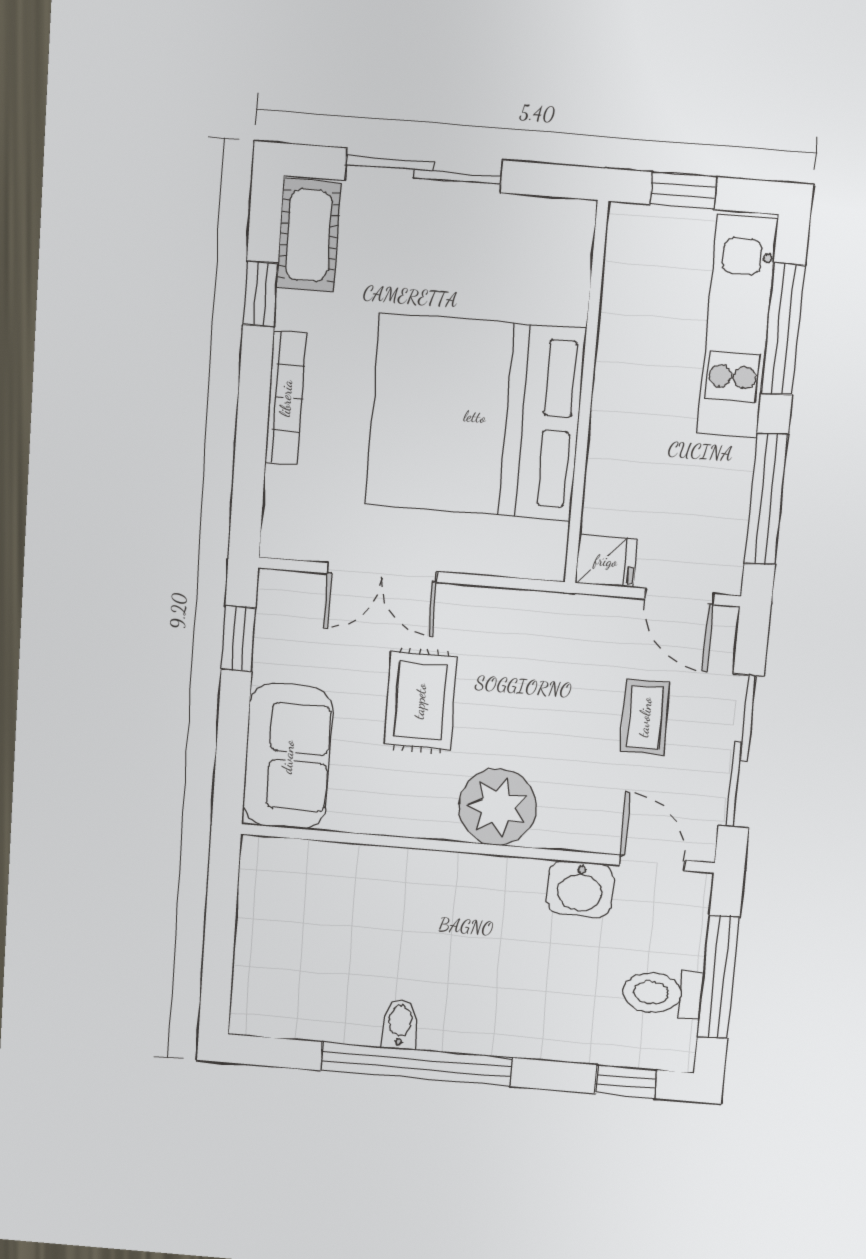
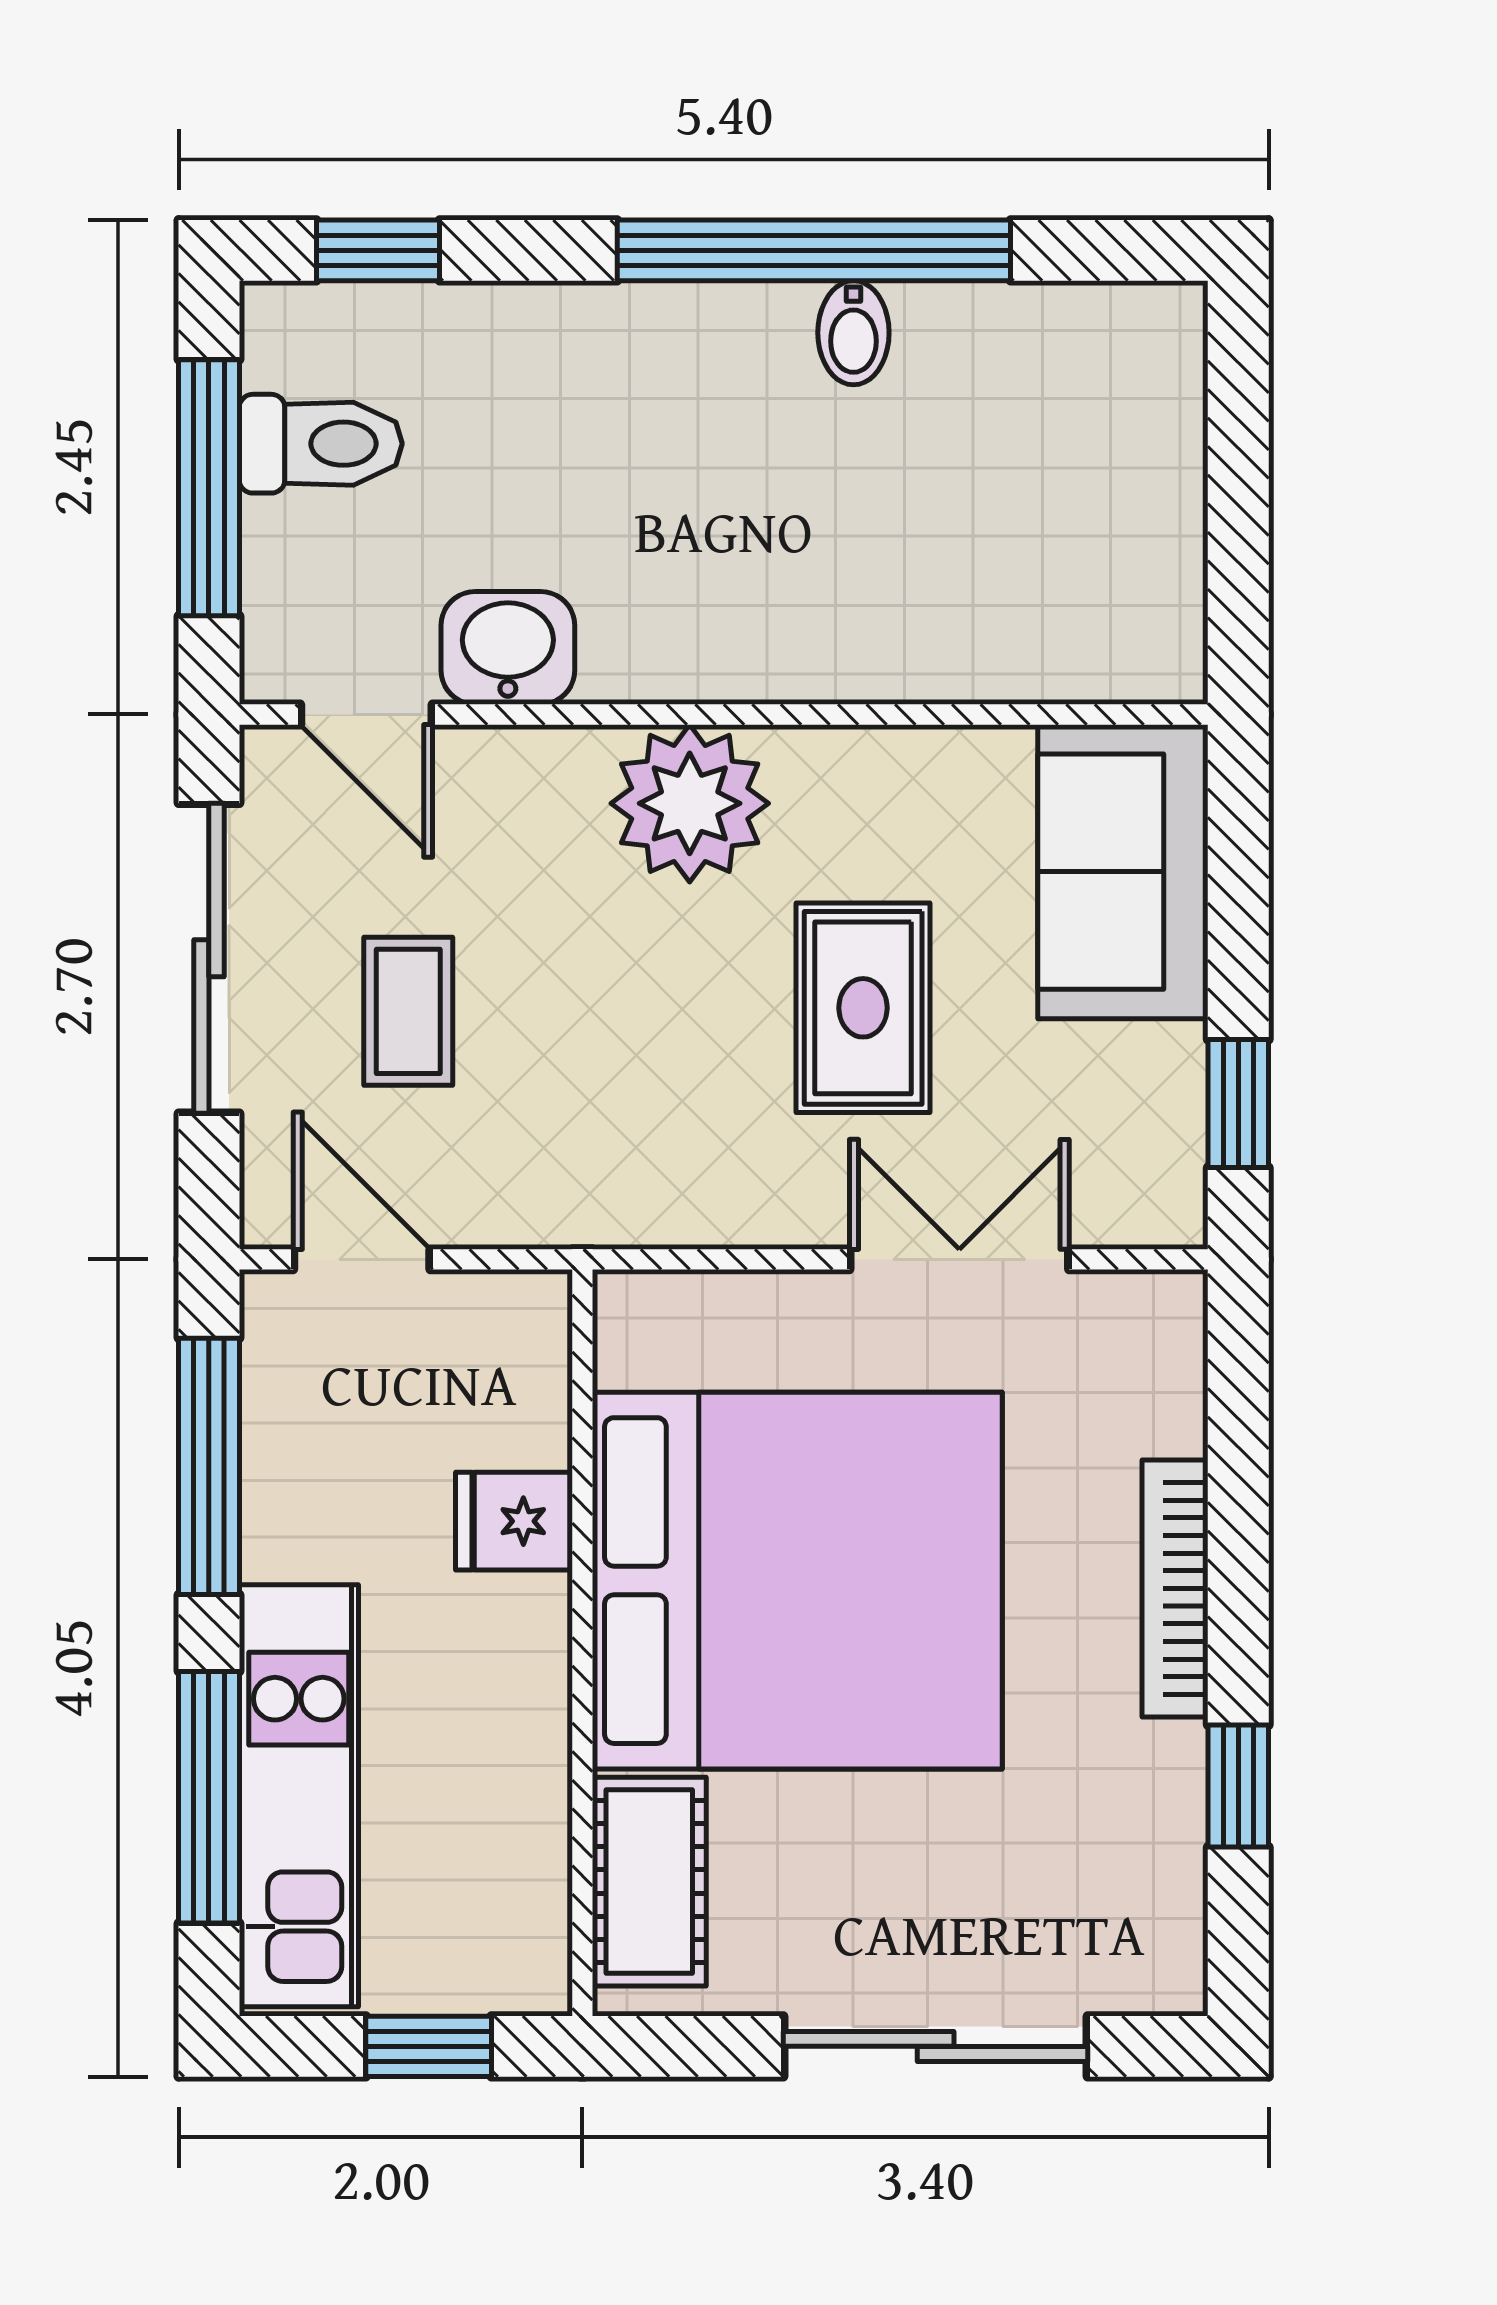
cot: (309, 235) -> (649, 1882), moved
fridge: (606, 561) -> (514, 1521), moved

